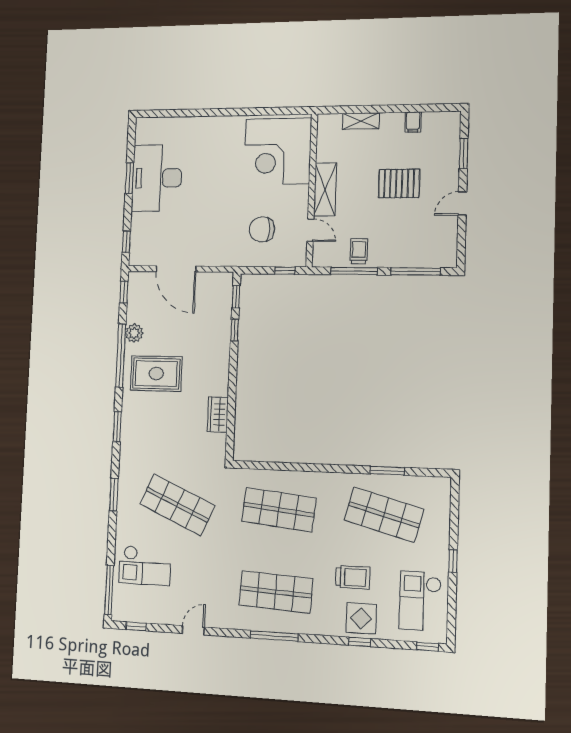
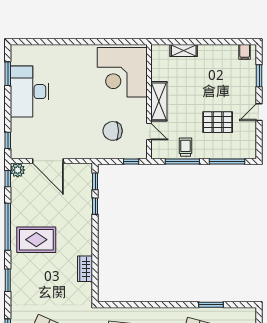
filing cabinet: (413, 122) -> (245, 52), moved
window: (129, 178) -> (8, 74), moved
pallet: (399, 183) -> (218, 122), moved
plant: (134, 333) -> (18, 170), moved

